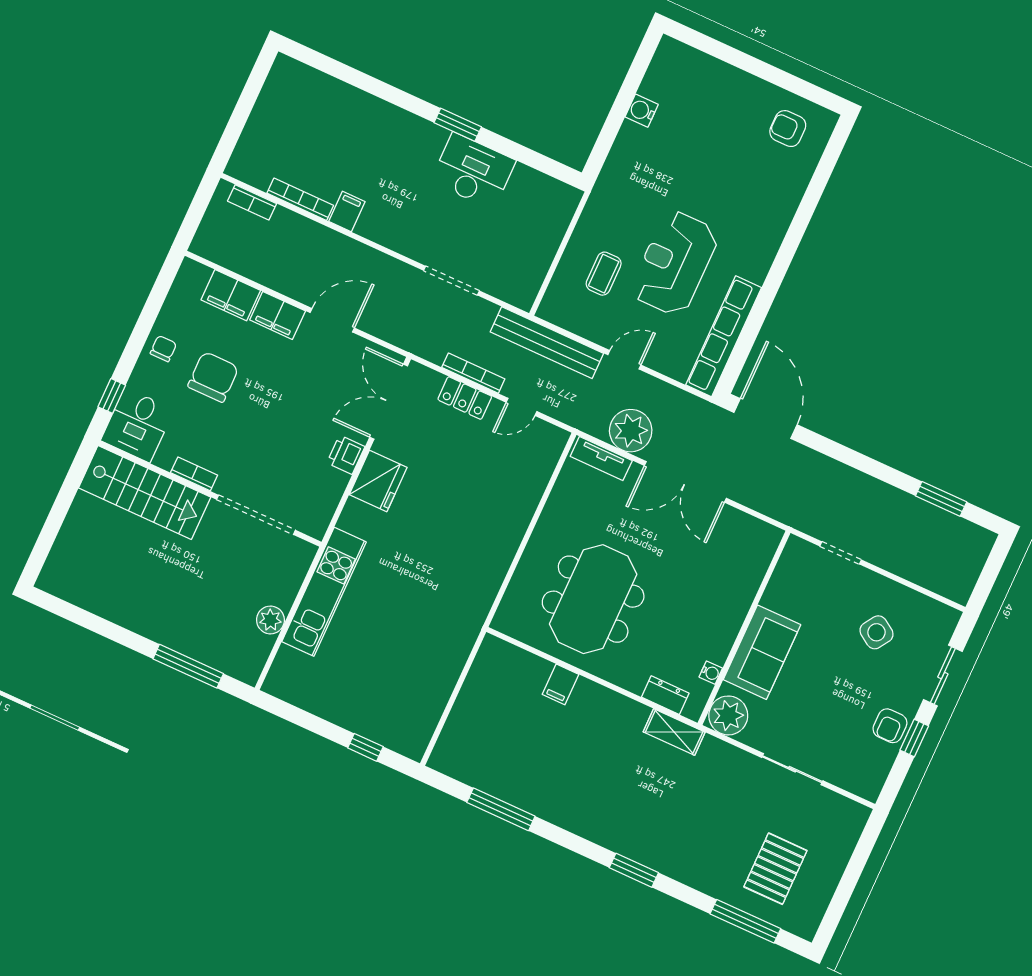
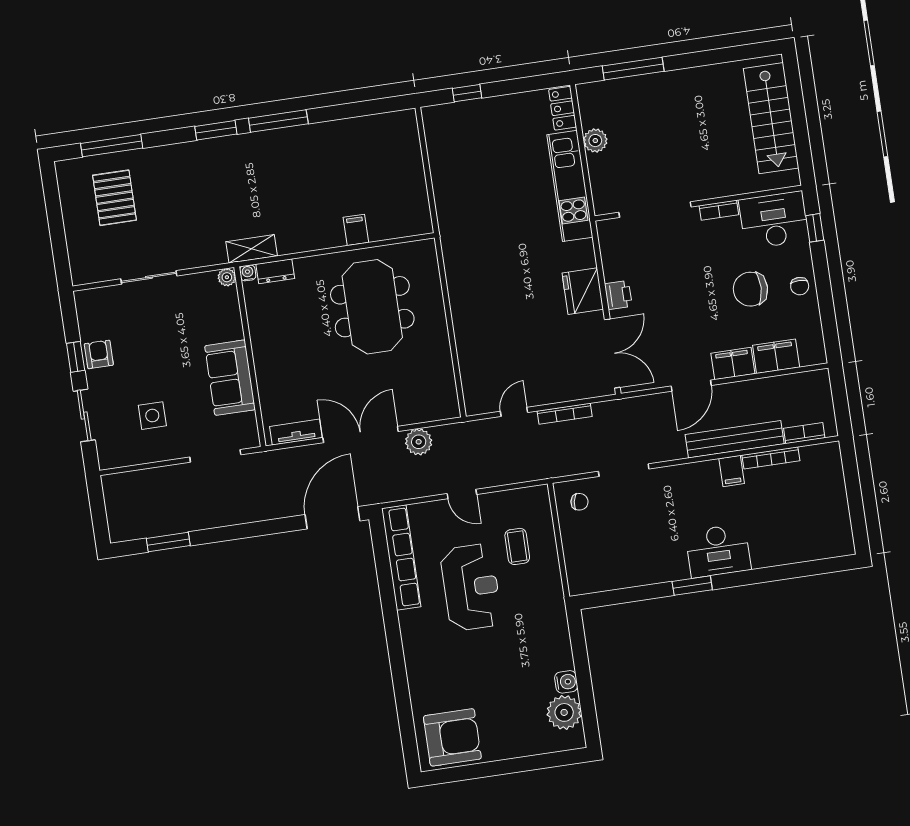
plant: (663, 82) -> (564, 712), added
armchair: (788, 129) -> (452, 737), width x1.88, depth x1.88
desk: (473, 171) -> (718, 551), moved
chair: (515, 278) -> (579, 502), added
bench: (547, 343) -> (735, 439), moved
door: (624, 360) -> (462, 494), hinge flipped
chair: (213, 377) -> (750, 289), turned 92
locker: (465, 398) -> (563, 108), moved, turned -90
door: (766, 419) -> (333, 518), swing flipped
desk: (137, 425) -> (774, 220), width x1.37
plant: (631, 431) -> (419, 442), width x0.73, depth x0.73
tv unit: (601, 459) -> (296, 432), moved
stairs: (145, 492) -> (771, 118), moved, turned -90
doorway: (841, 553) -> (215, 456), width x1.38
side table: (876, 632) -> (152, 416), turned -33
sofa: (762, 652) -> (230, 378), moved
water cooler: (711, 673) -> (248, 273), moved, turned 90
plant: (728, 715) -> (227, 277), width x0.53, depth x0.53
window: (501, 809) -> (278, 121), moved

